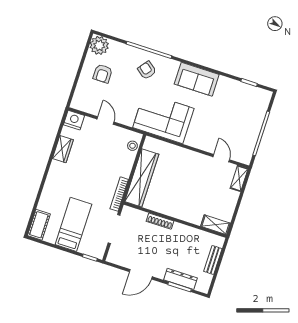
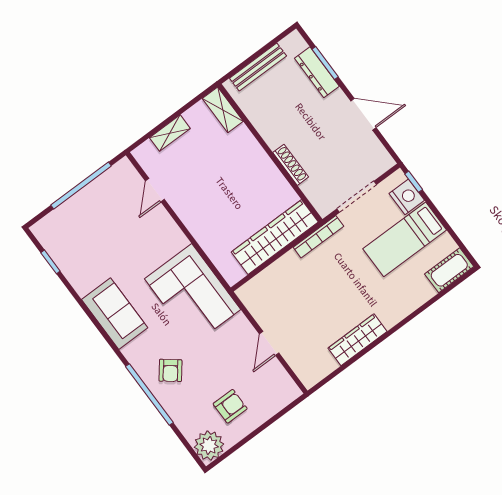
nightstand: (74, 120) -> (407, 197), moved, turned 180
stool: (132, 146) -> (257, 287), removed
wardrobe: (63, 149) -> (357, 340), width x1.50
shelving: (239, 178) -> (170, 133), moved
bench: (213, 260) -> (258, 67), width x1.36

